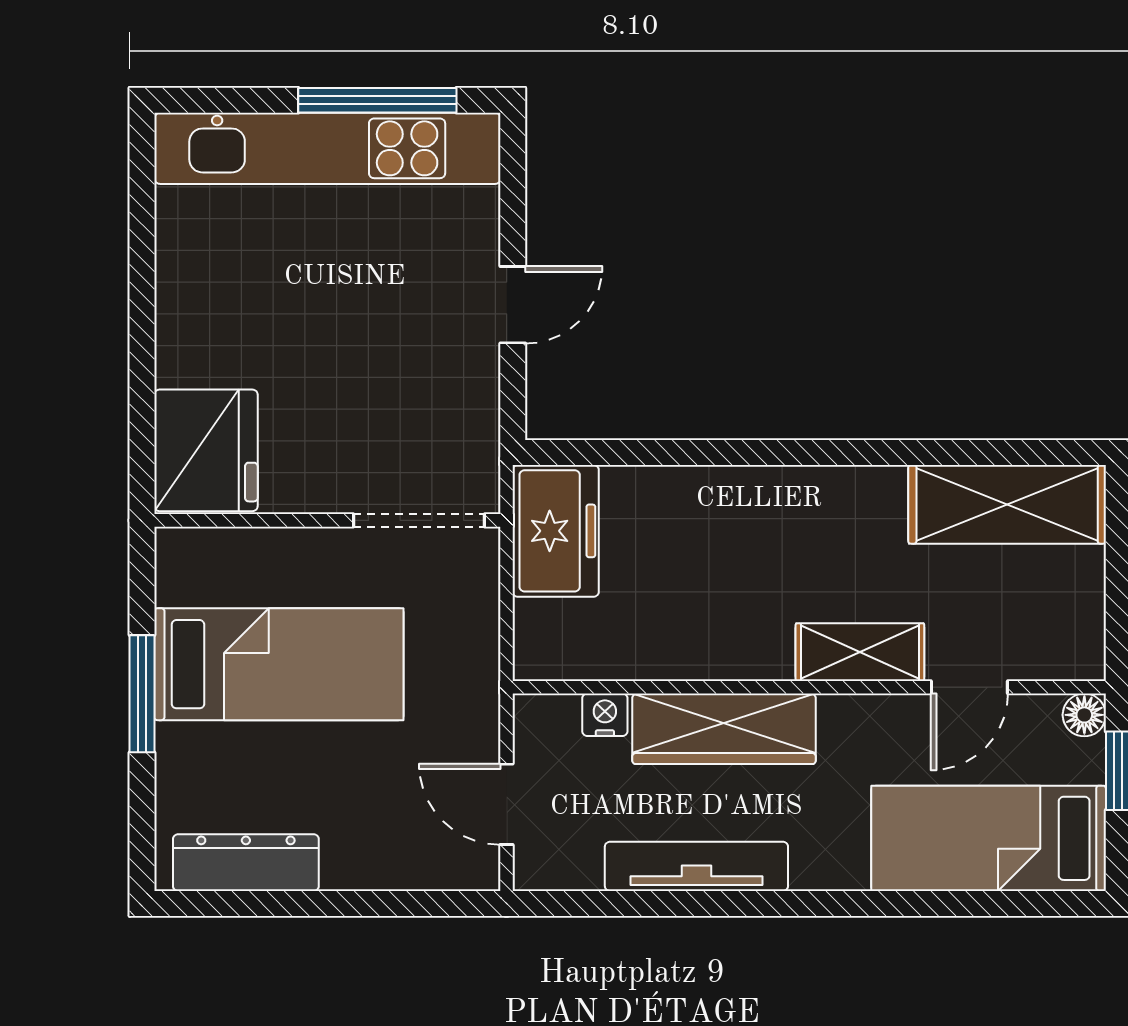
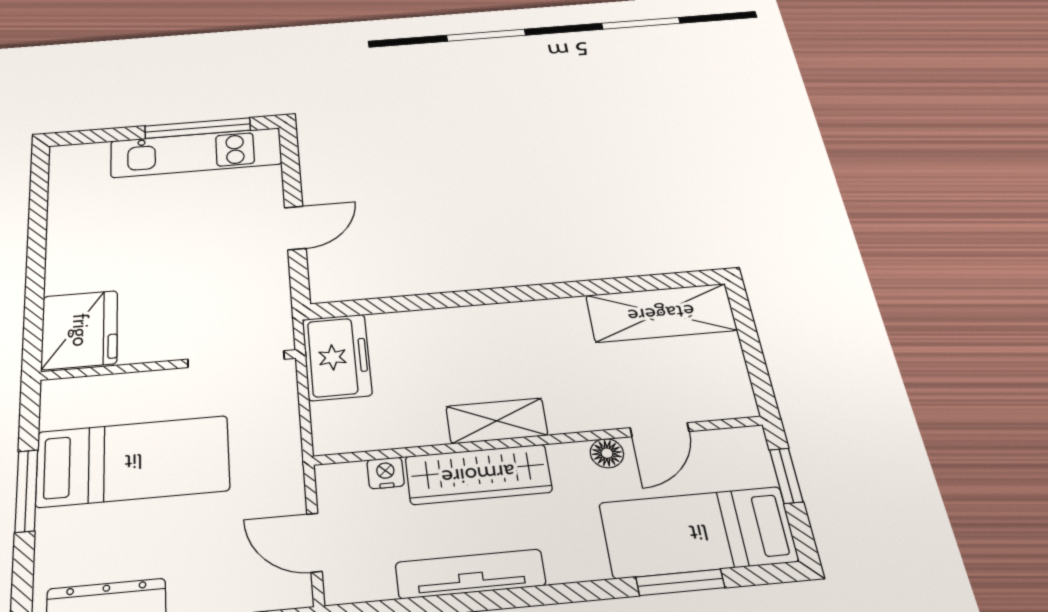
kitchen unit: (328, 148) -> (196, 153), width x0.73
shelving: (860, 652) -> (497, 421), moved
floor lamp: (1084, 715) -> (607, 453), moved
window: (953, 903) -> (680, 582), added

